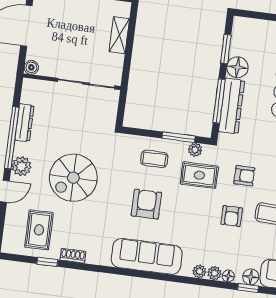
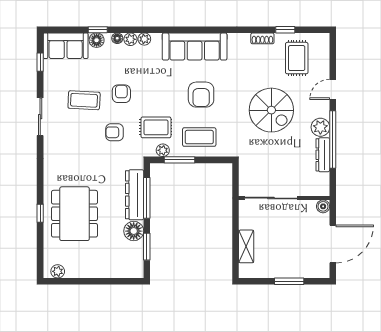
coffee table: (154, 159) -> (199, 137), width x1.36, depth x1.30
plant: (21, 166) -> (320, 127), moved
spiral stairs: (73, 178) -> (271, 110), turned 90

